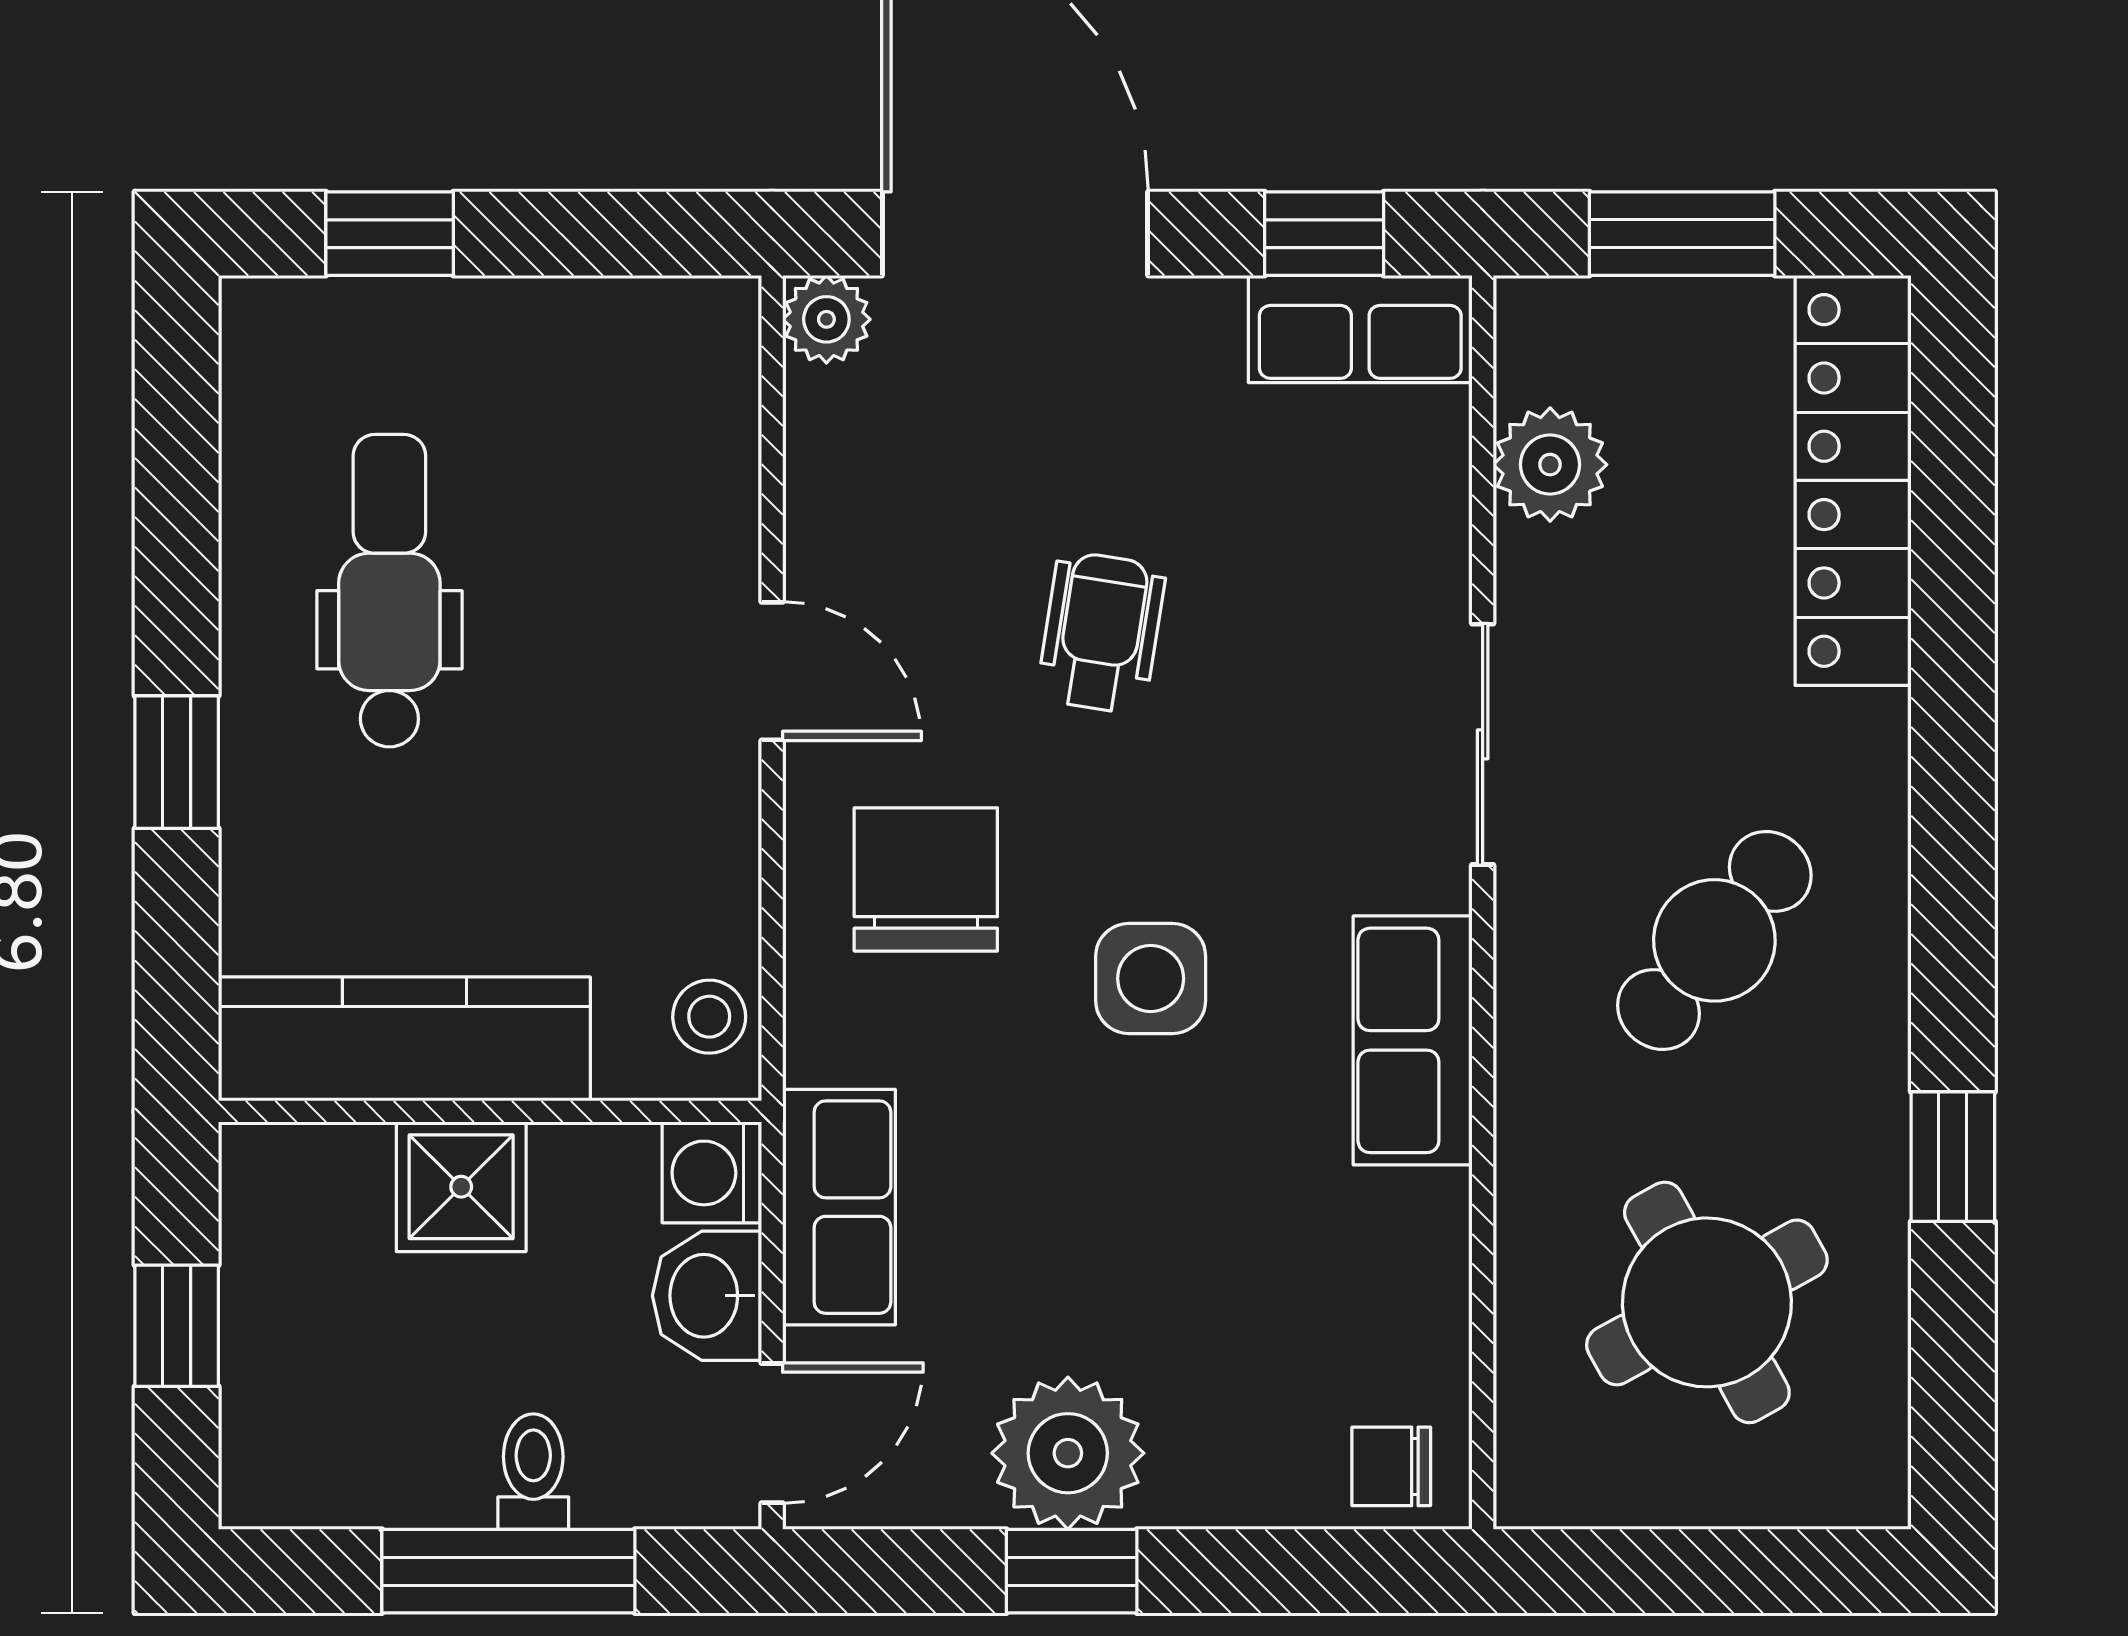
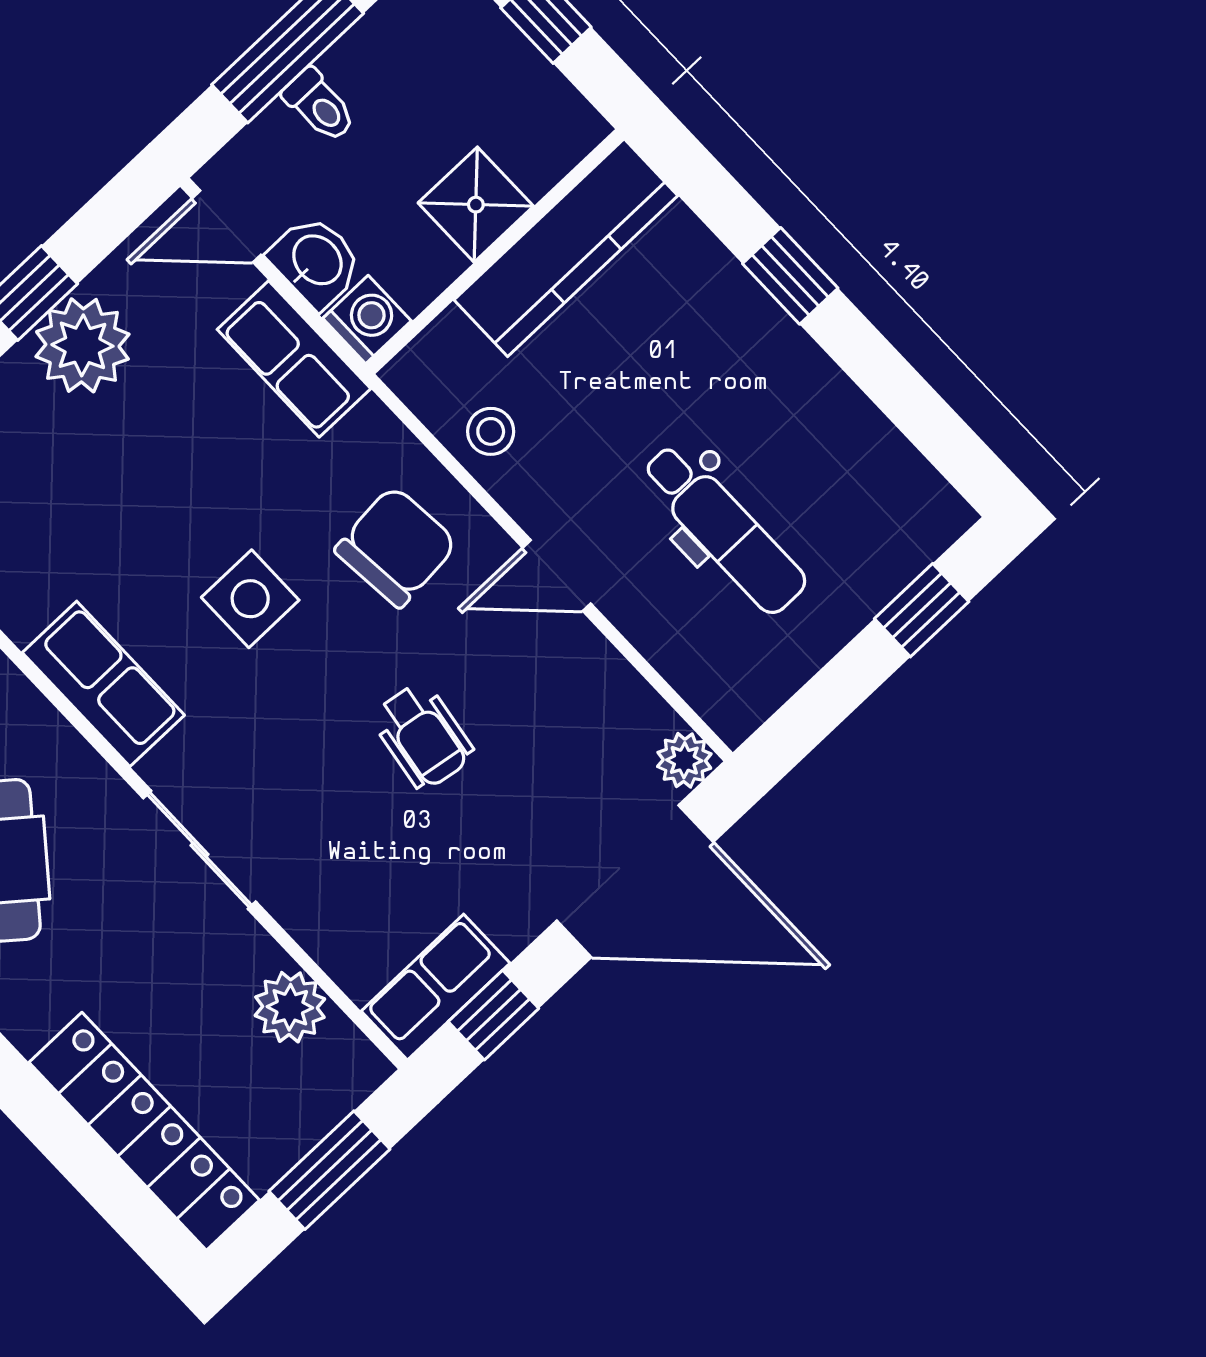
dental chair: (389, 591) -> (724, 529), moved
chair: (926, 879) -> (396, 547), turned -95
stool: (709, 1017) -> (491, 431), moved
door: (772, 1433) -> (227, 226), hinge flipped

